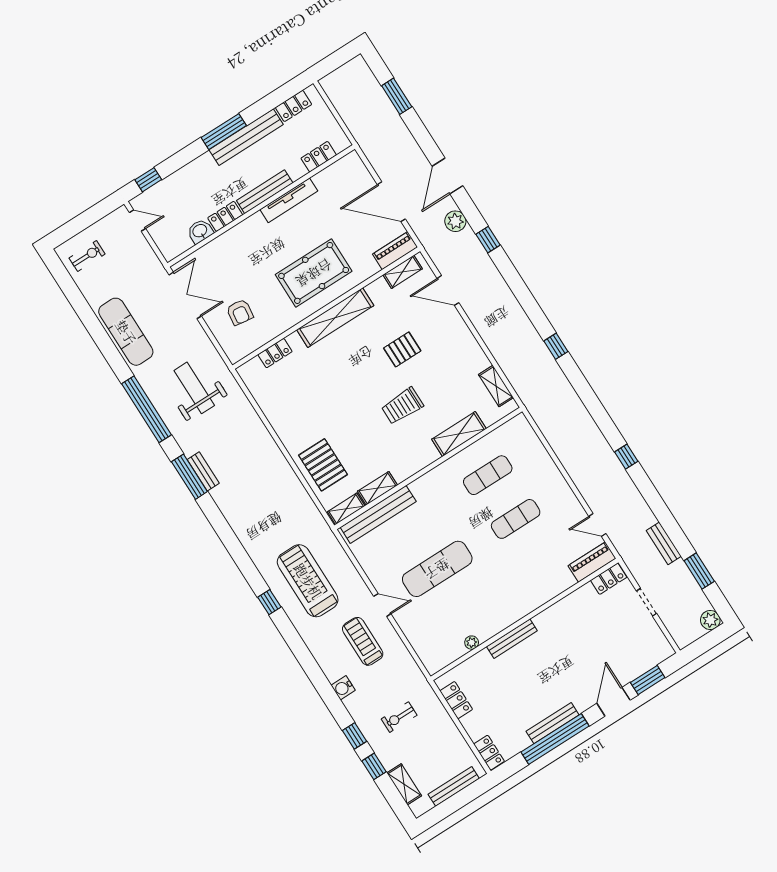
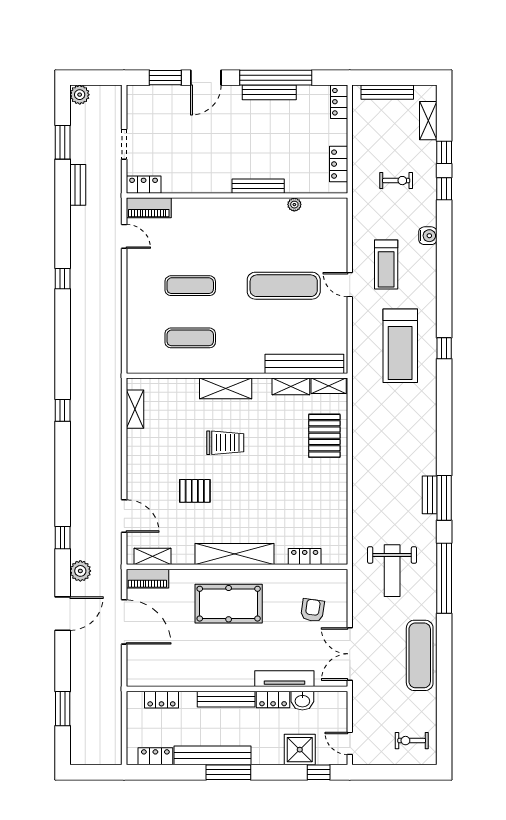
shower: (176, 189) -> (300, 750), added
tv unit: (289, 200) -> (284, 679), moved
shelving: (459, 434) -> (226, 388), moved

